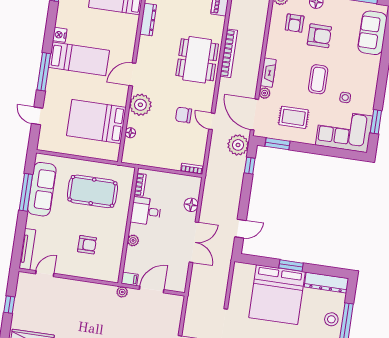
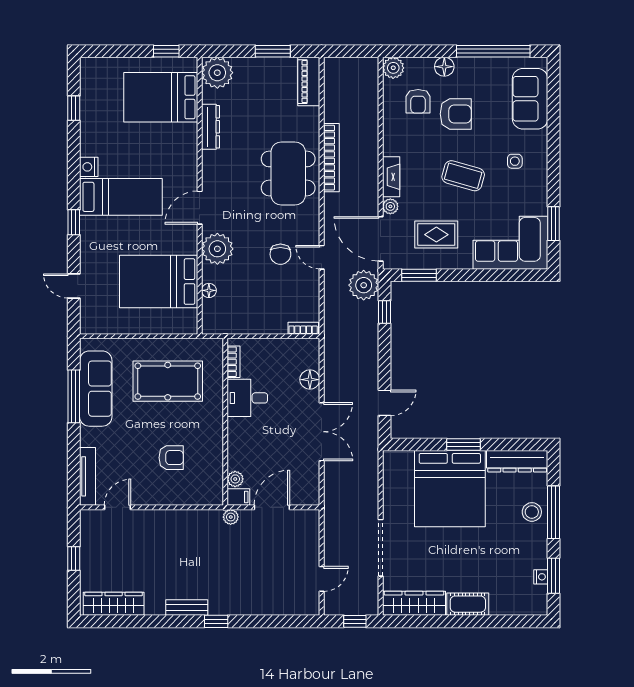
window: (44, 72) -> (74, 222), width x0.46
coffee table: (318, 79) -> (463, 176), turned -74
side table: (345, 97) -> (515, 161), moved
chair: (184, 115) -> (280, 254), turned -90
plant: (133, 240) -> (235, 479), moved

